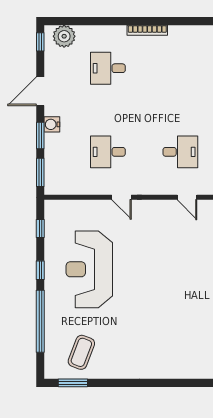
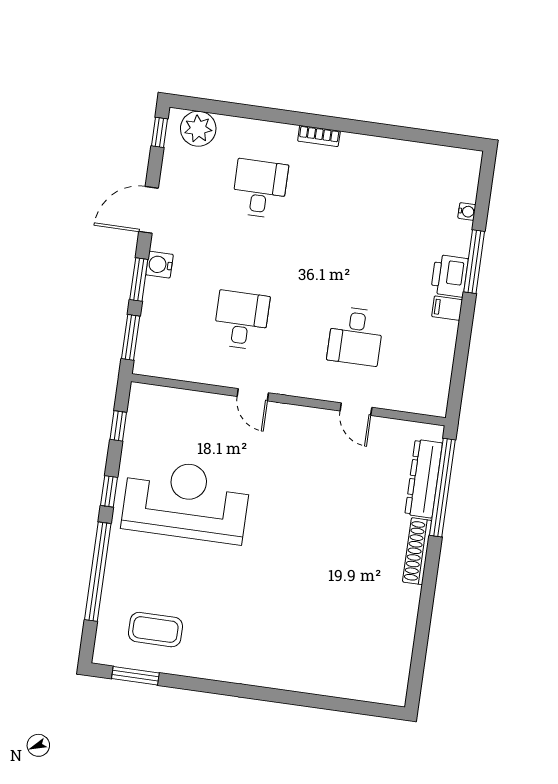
bookcase: (147, 30) -> (319, 136), width x0.64
desk: (108, 68) -> (260, 189), turned 90
desk: (108, 152) -> (241, 320), turned 90
desk: (180, 152) -> (355, 336), turned 90
reception desk: (89, 269) -> (186, 501), turned 90
coffee table: (81, 352) -> (155, 630), turned 69

